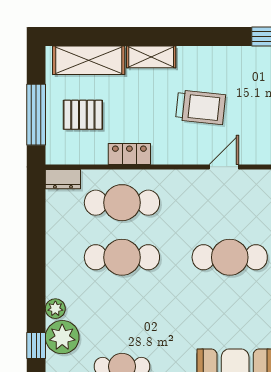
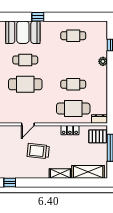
pallet: (83, 115) -> (98, 136), moved
cafe table: (122, 257) -> (73, 84), width x0.73, depth x0.74
cafe table: (230, 312) -> (25, 60), added
plant: (62, 337) -> (100, 49), removed

